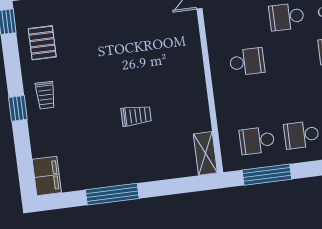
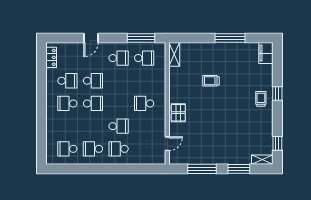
pallet: (42, 43) -> (178, 113), moved

